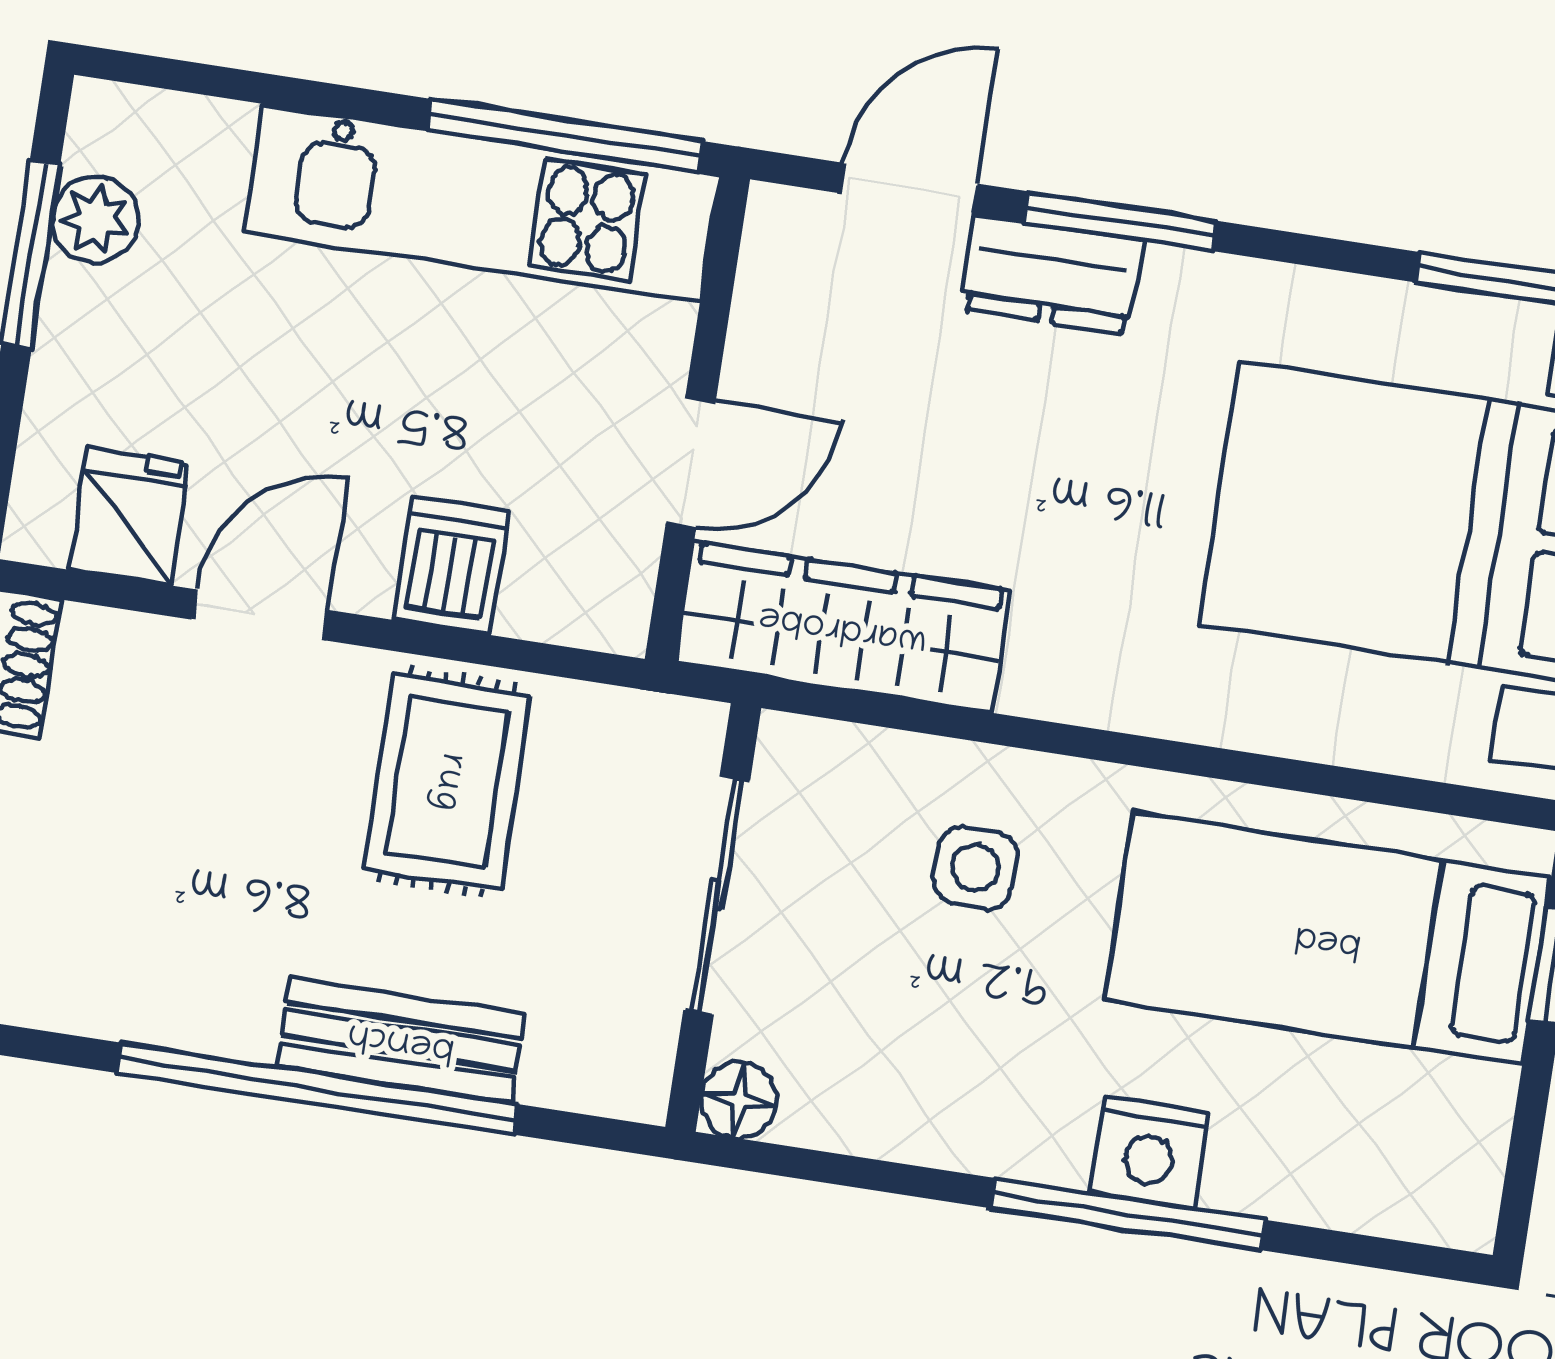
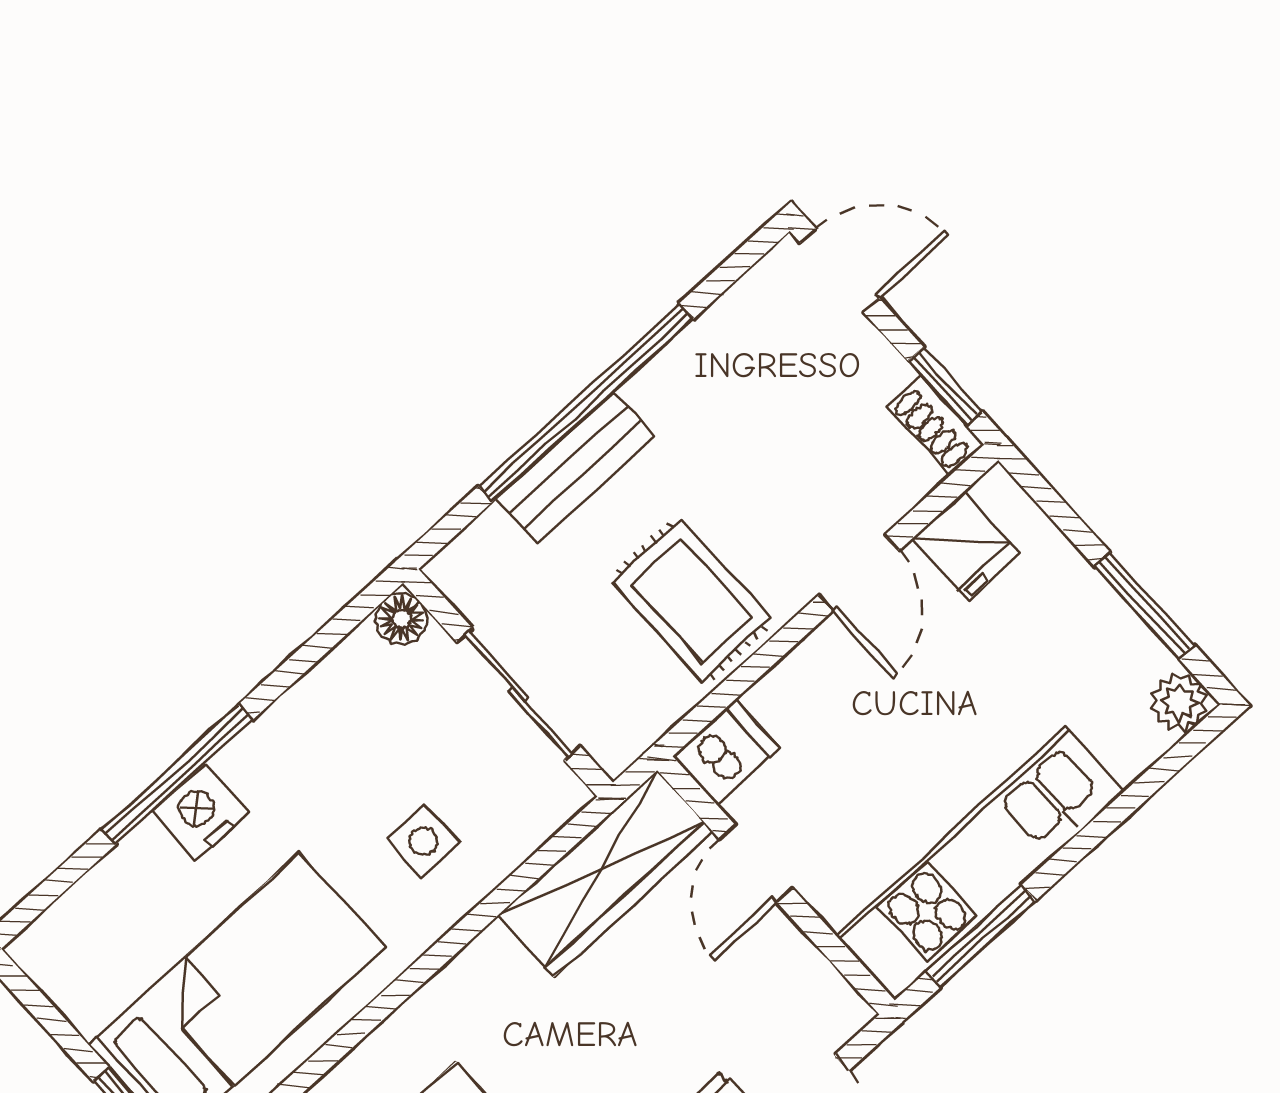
window: (565, 135) -> (981, 936), width x0.69
plant: (95, 220) -> (1179, 702), moved
dishwasher: (451, 565) -> (726, 752), moved, turned -90

